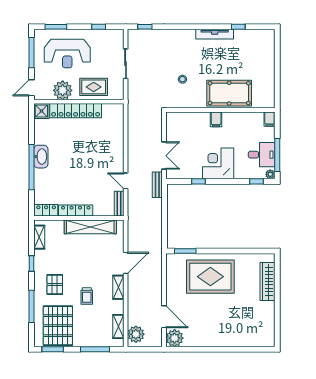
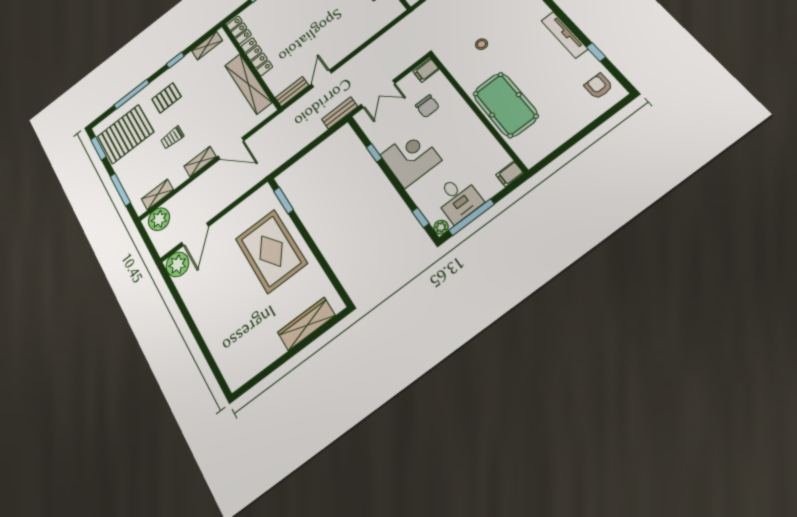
armchair: (258, 40) -> (598, 86), added
filing cabinet: (216, 119) -> (426, 70), moved
chair: (195, 134) -> (427, 106), added

